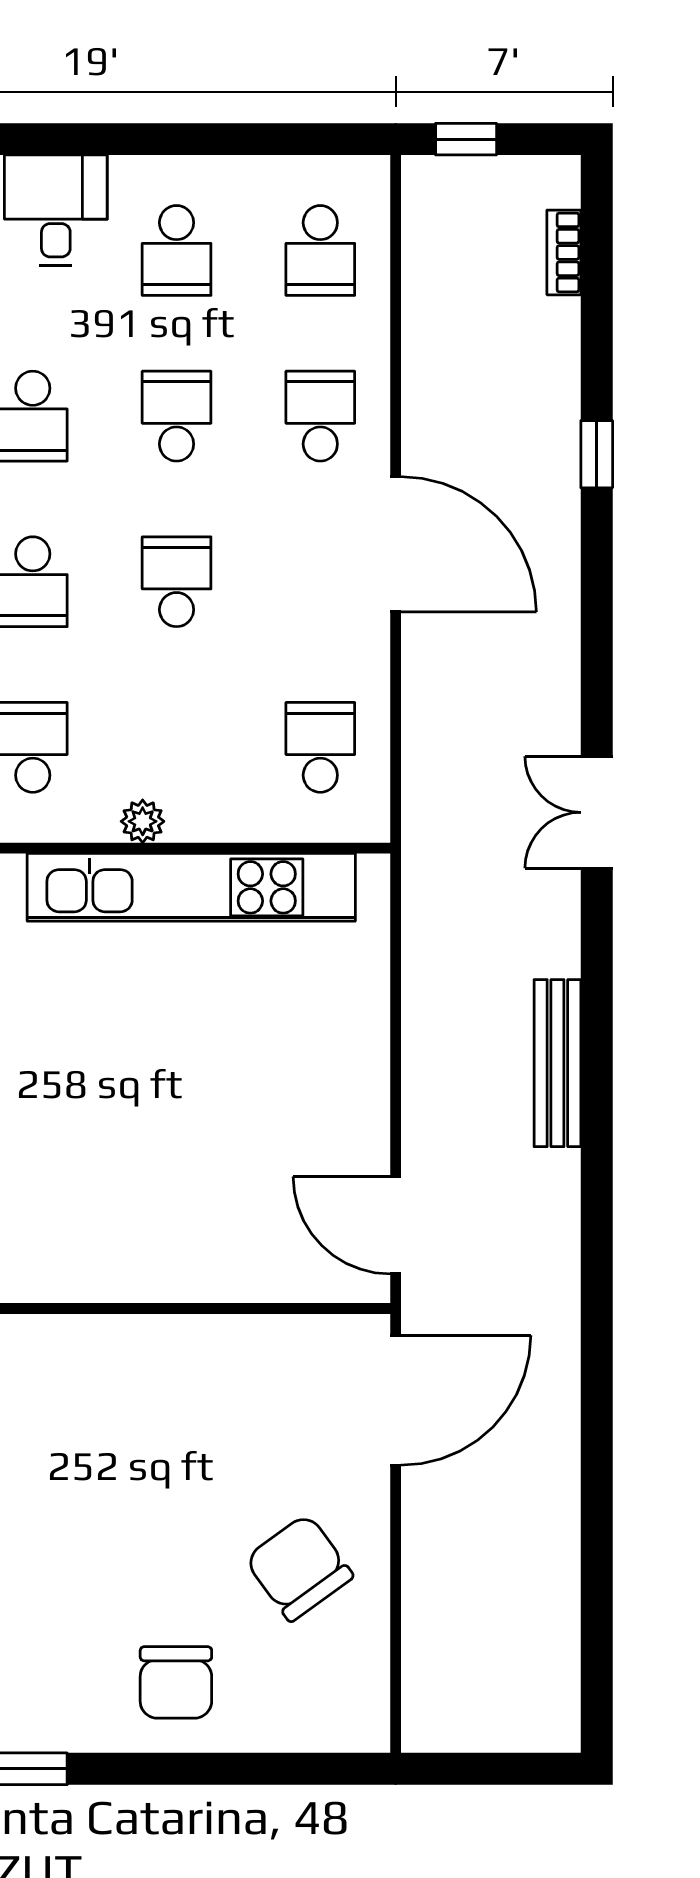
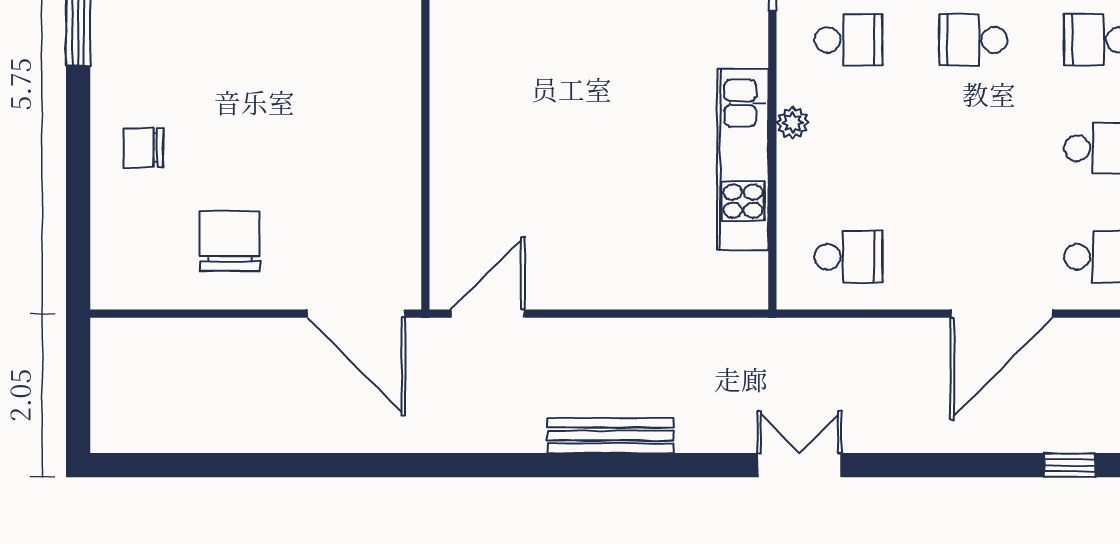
school desk: (177, 582) -> (973, 148), removed
kitchen unit: (191, 887) -> (743, 159), width x0.73
chair: (299, 1568) -> (230, 241), turned -54
chair: (176, 1682) -> (143, 148), width x0.73, depth x0.73

